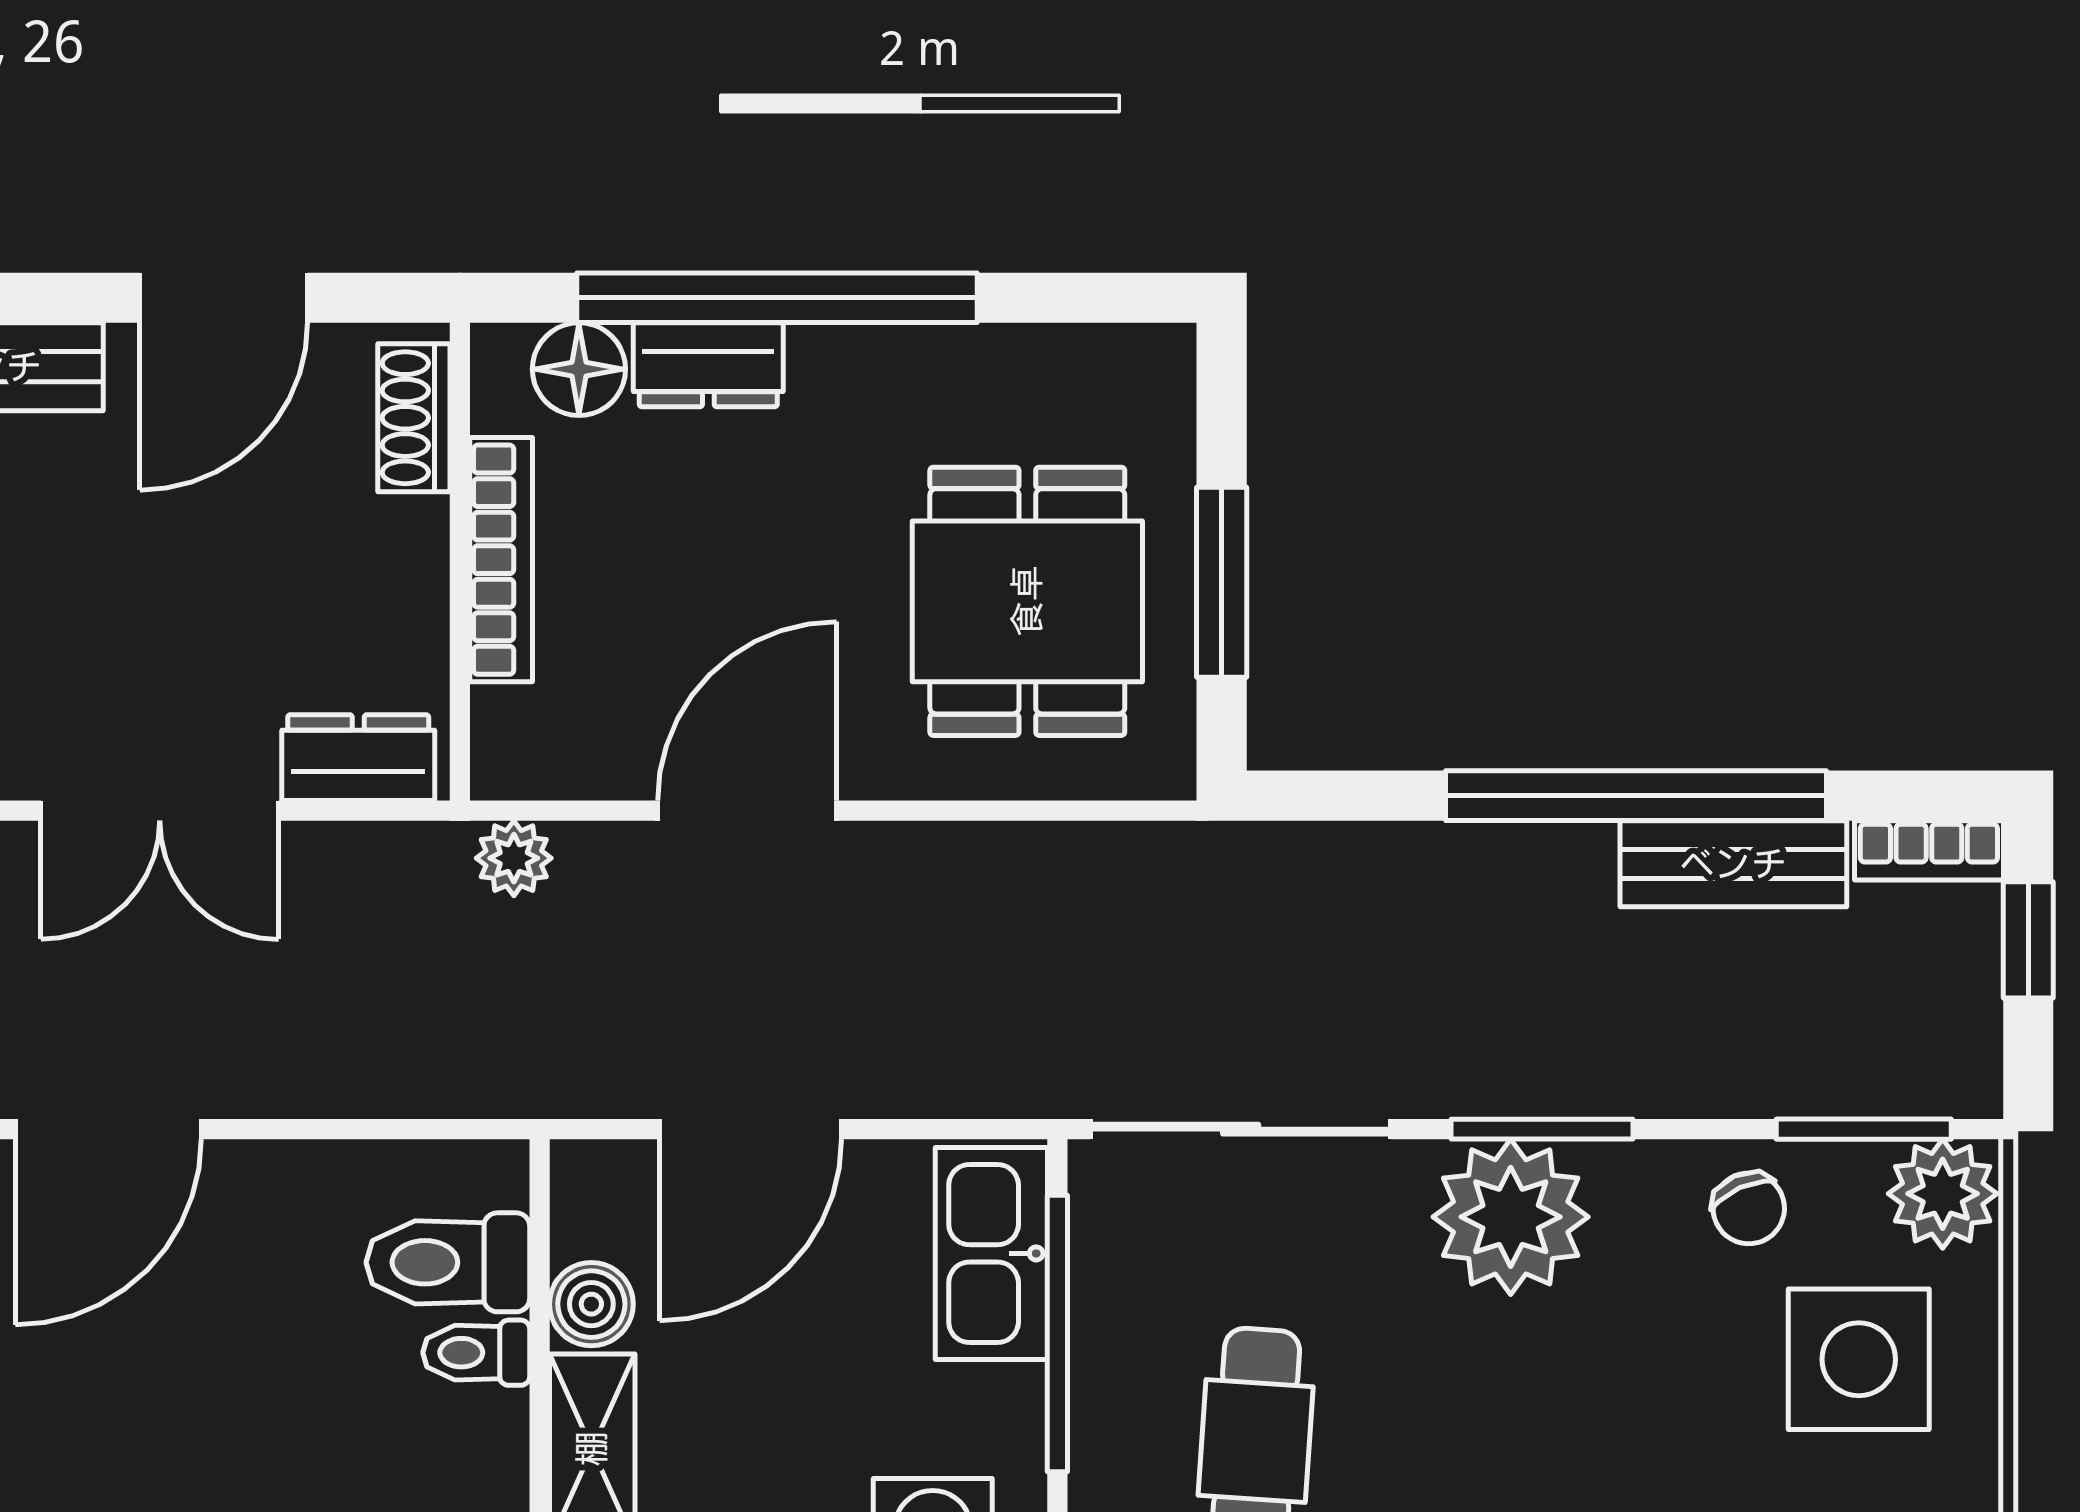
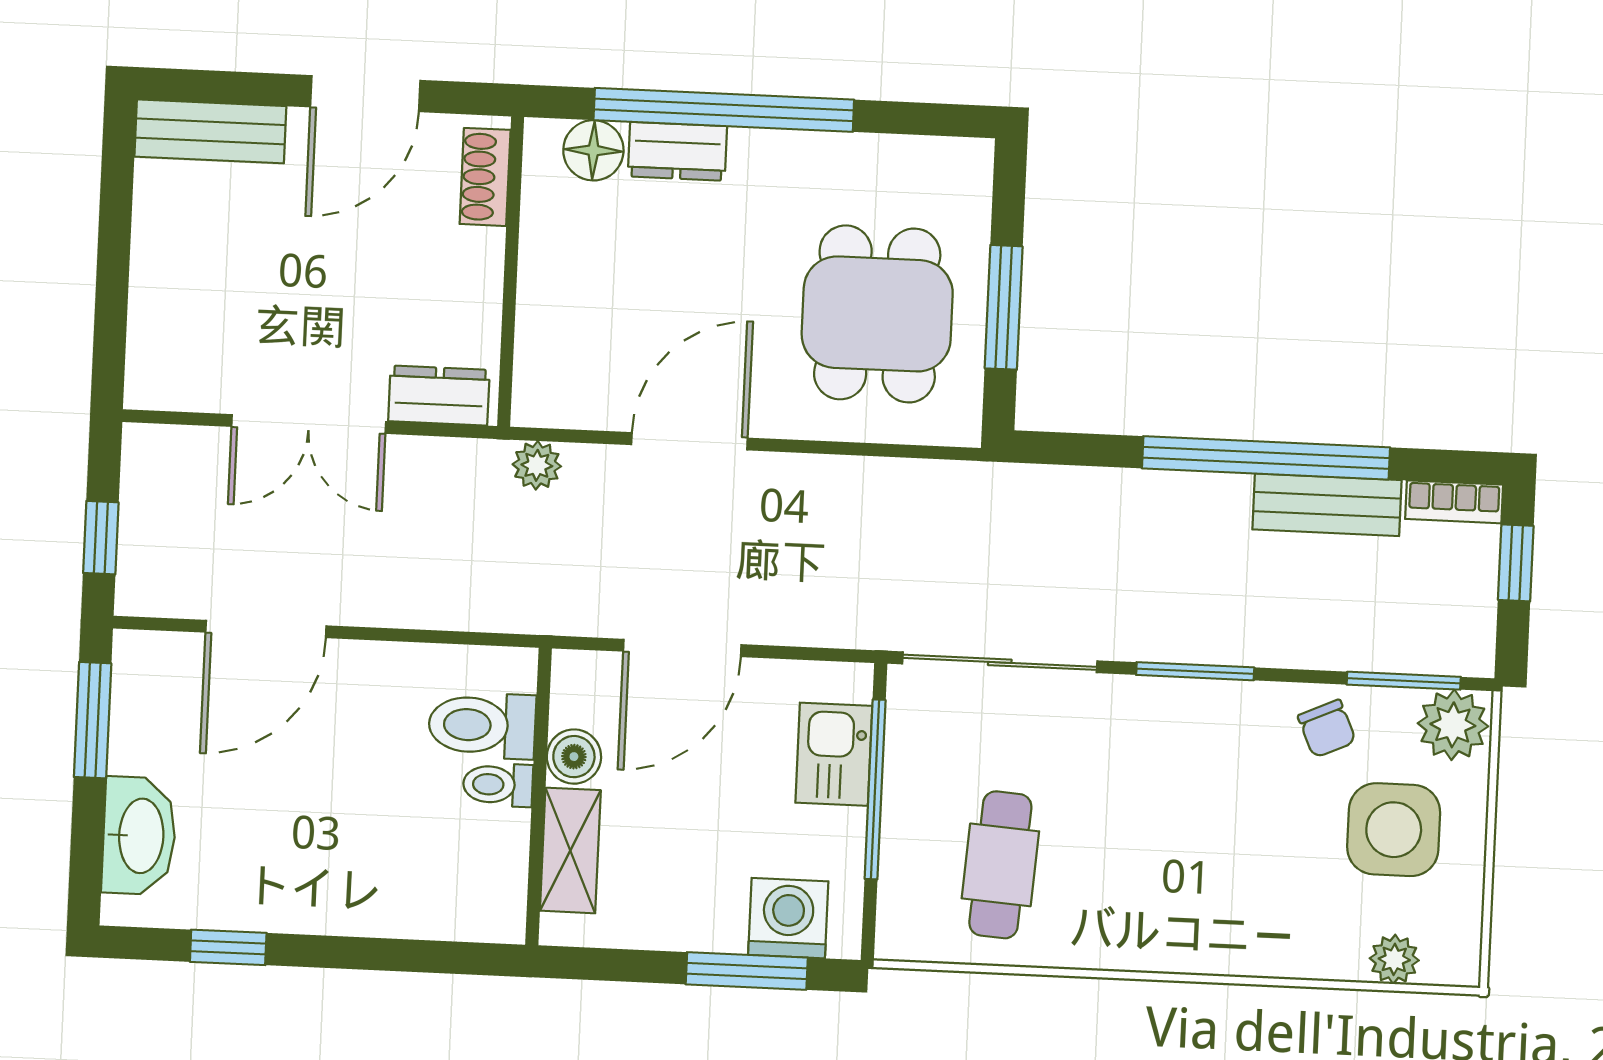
bookcase: (501, 560) -> (537, 271), removed
plant: (1511, 1217) -> (1172, 727), removed
kitchen sink: (991, 1253) -> (834, 754), width x0.73

